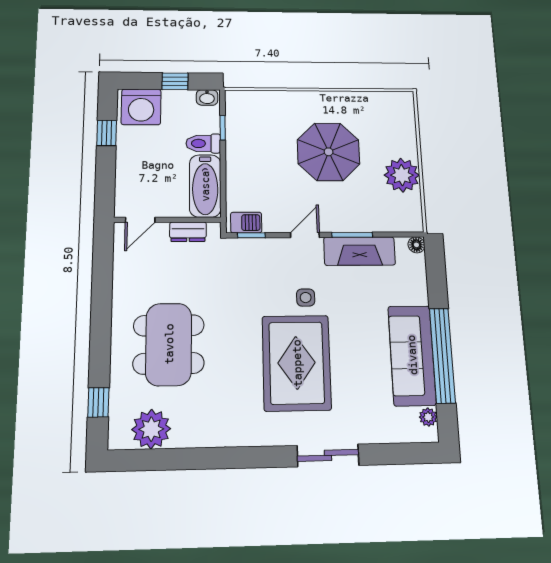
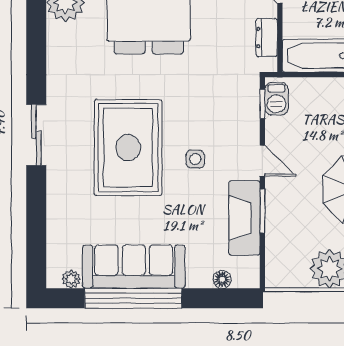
floor lamp: (416, 245) -> (222, 279), moved
rug: (297, 363) -> (128, 148), turned 90
sliding door: (328, 455) -> (36, 135), moved

